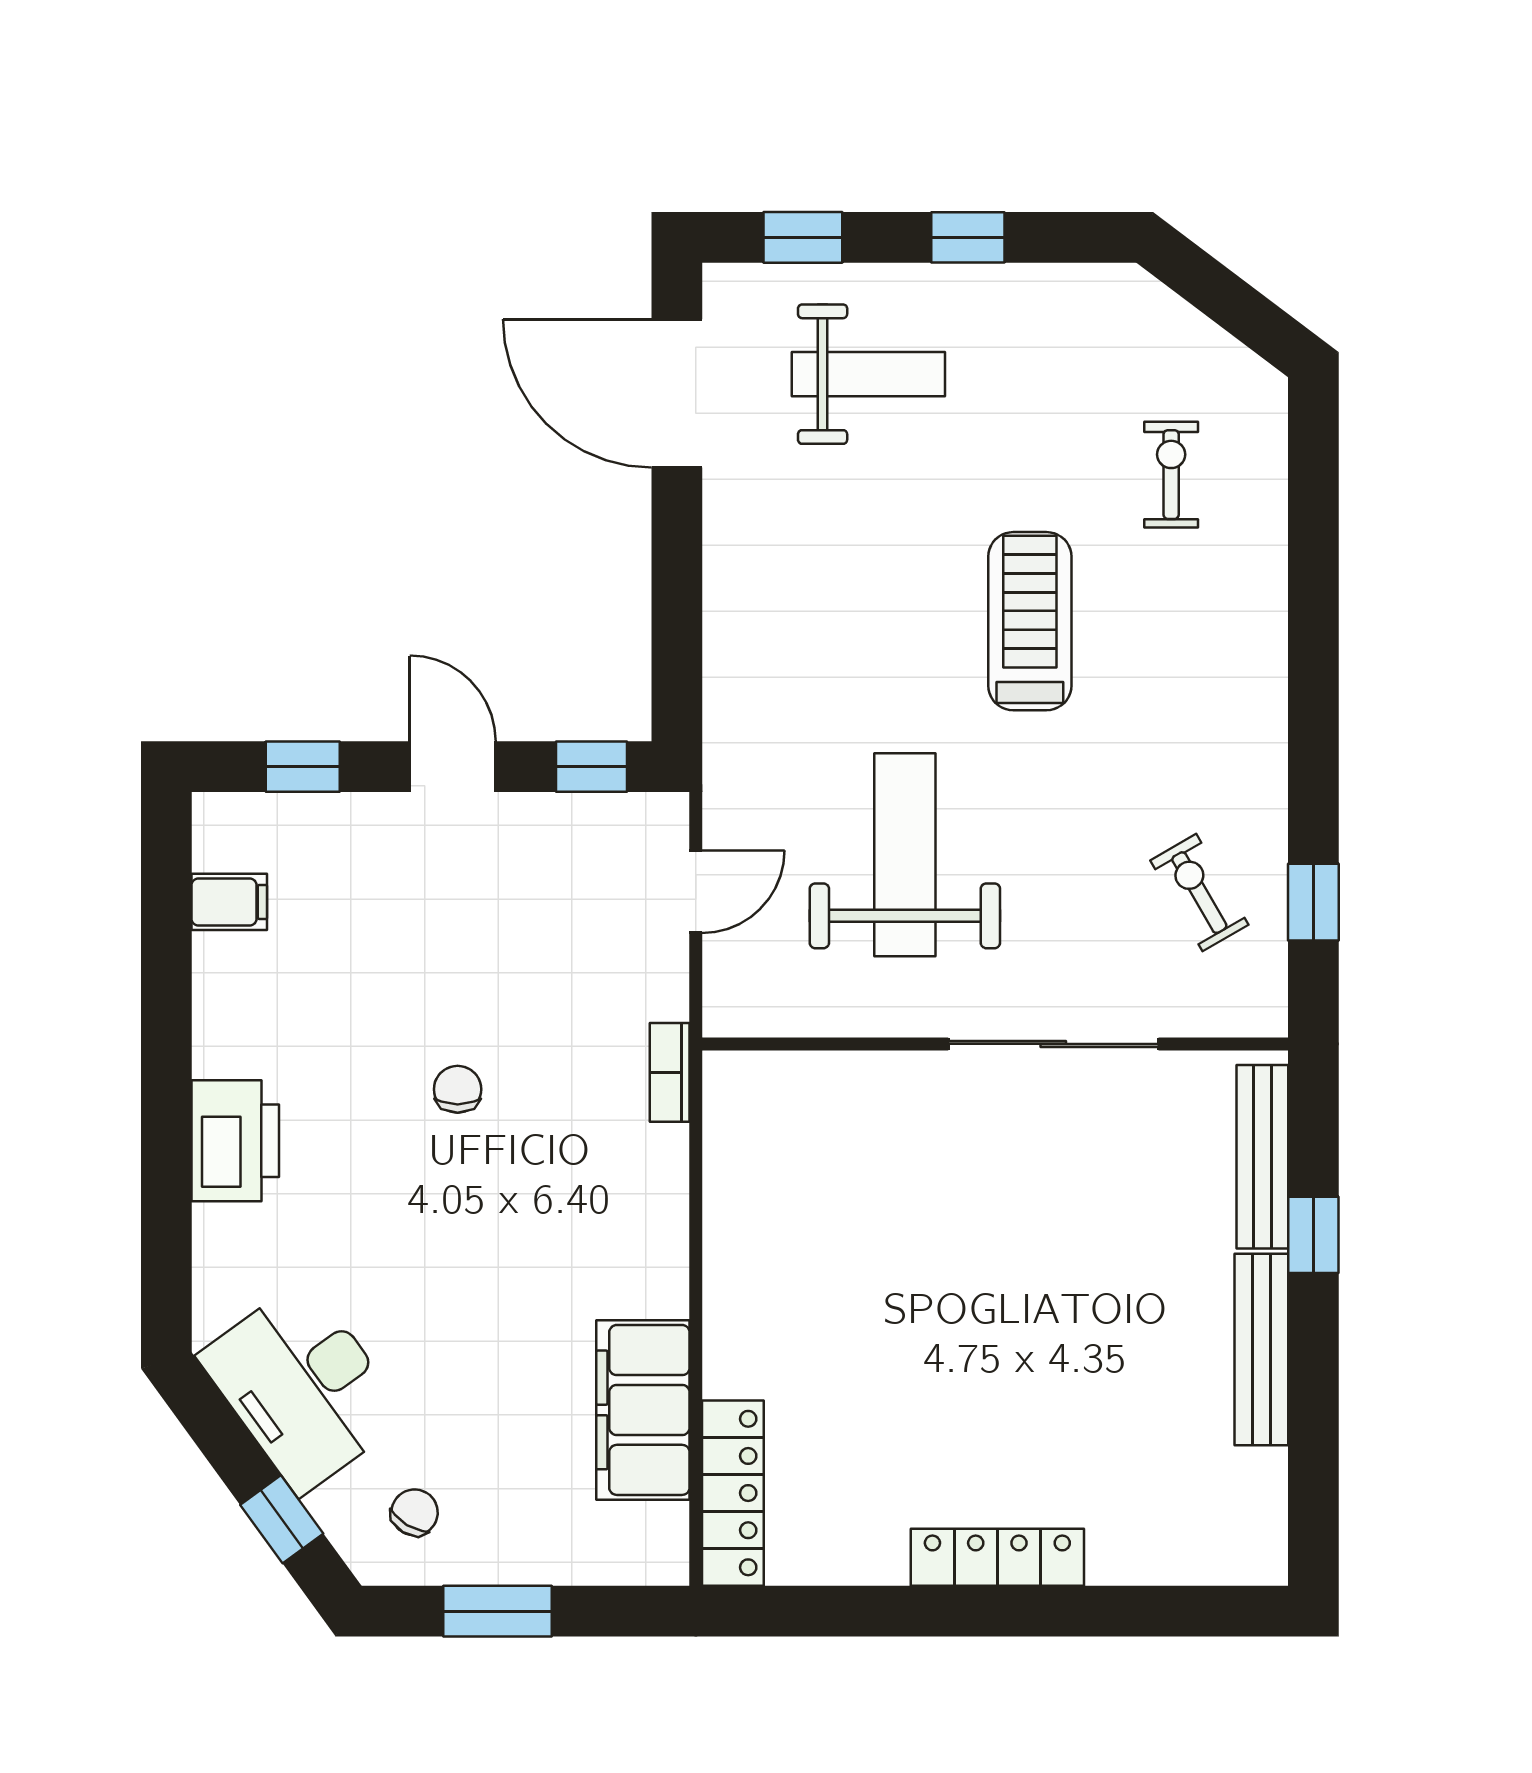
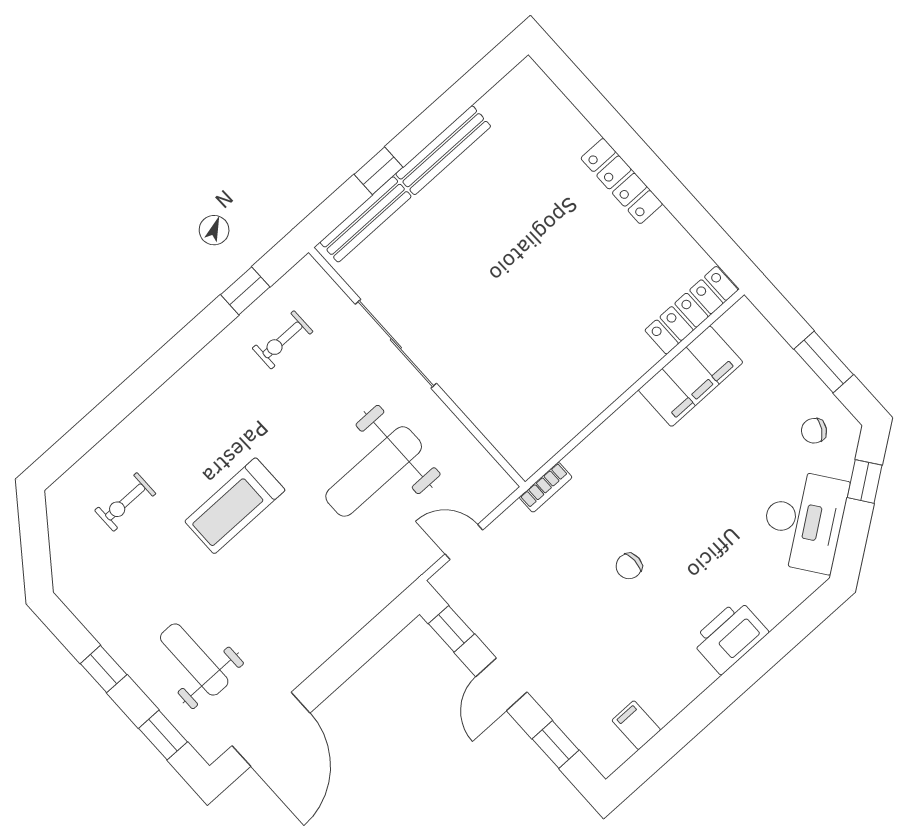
exercise bike: (1199, 893) -> (283, 340), turned 30

